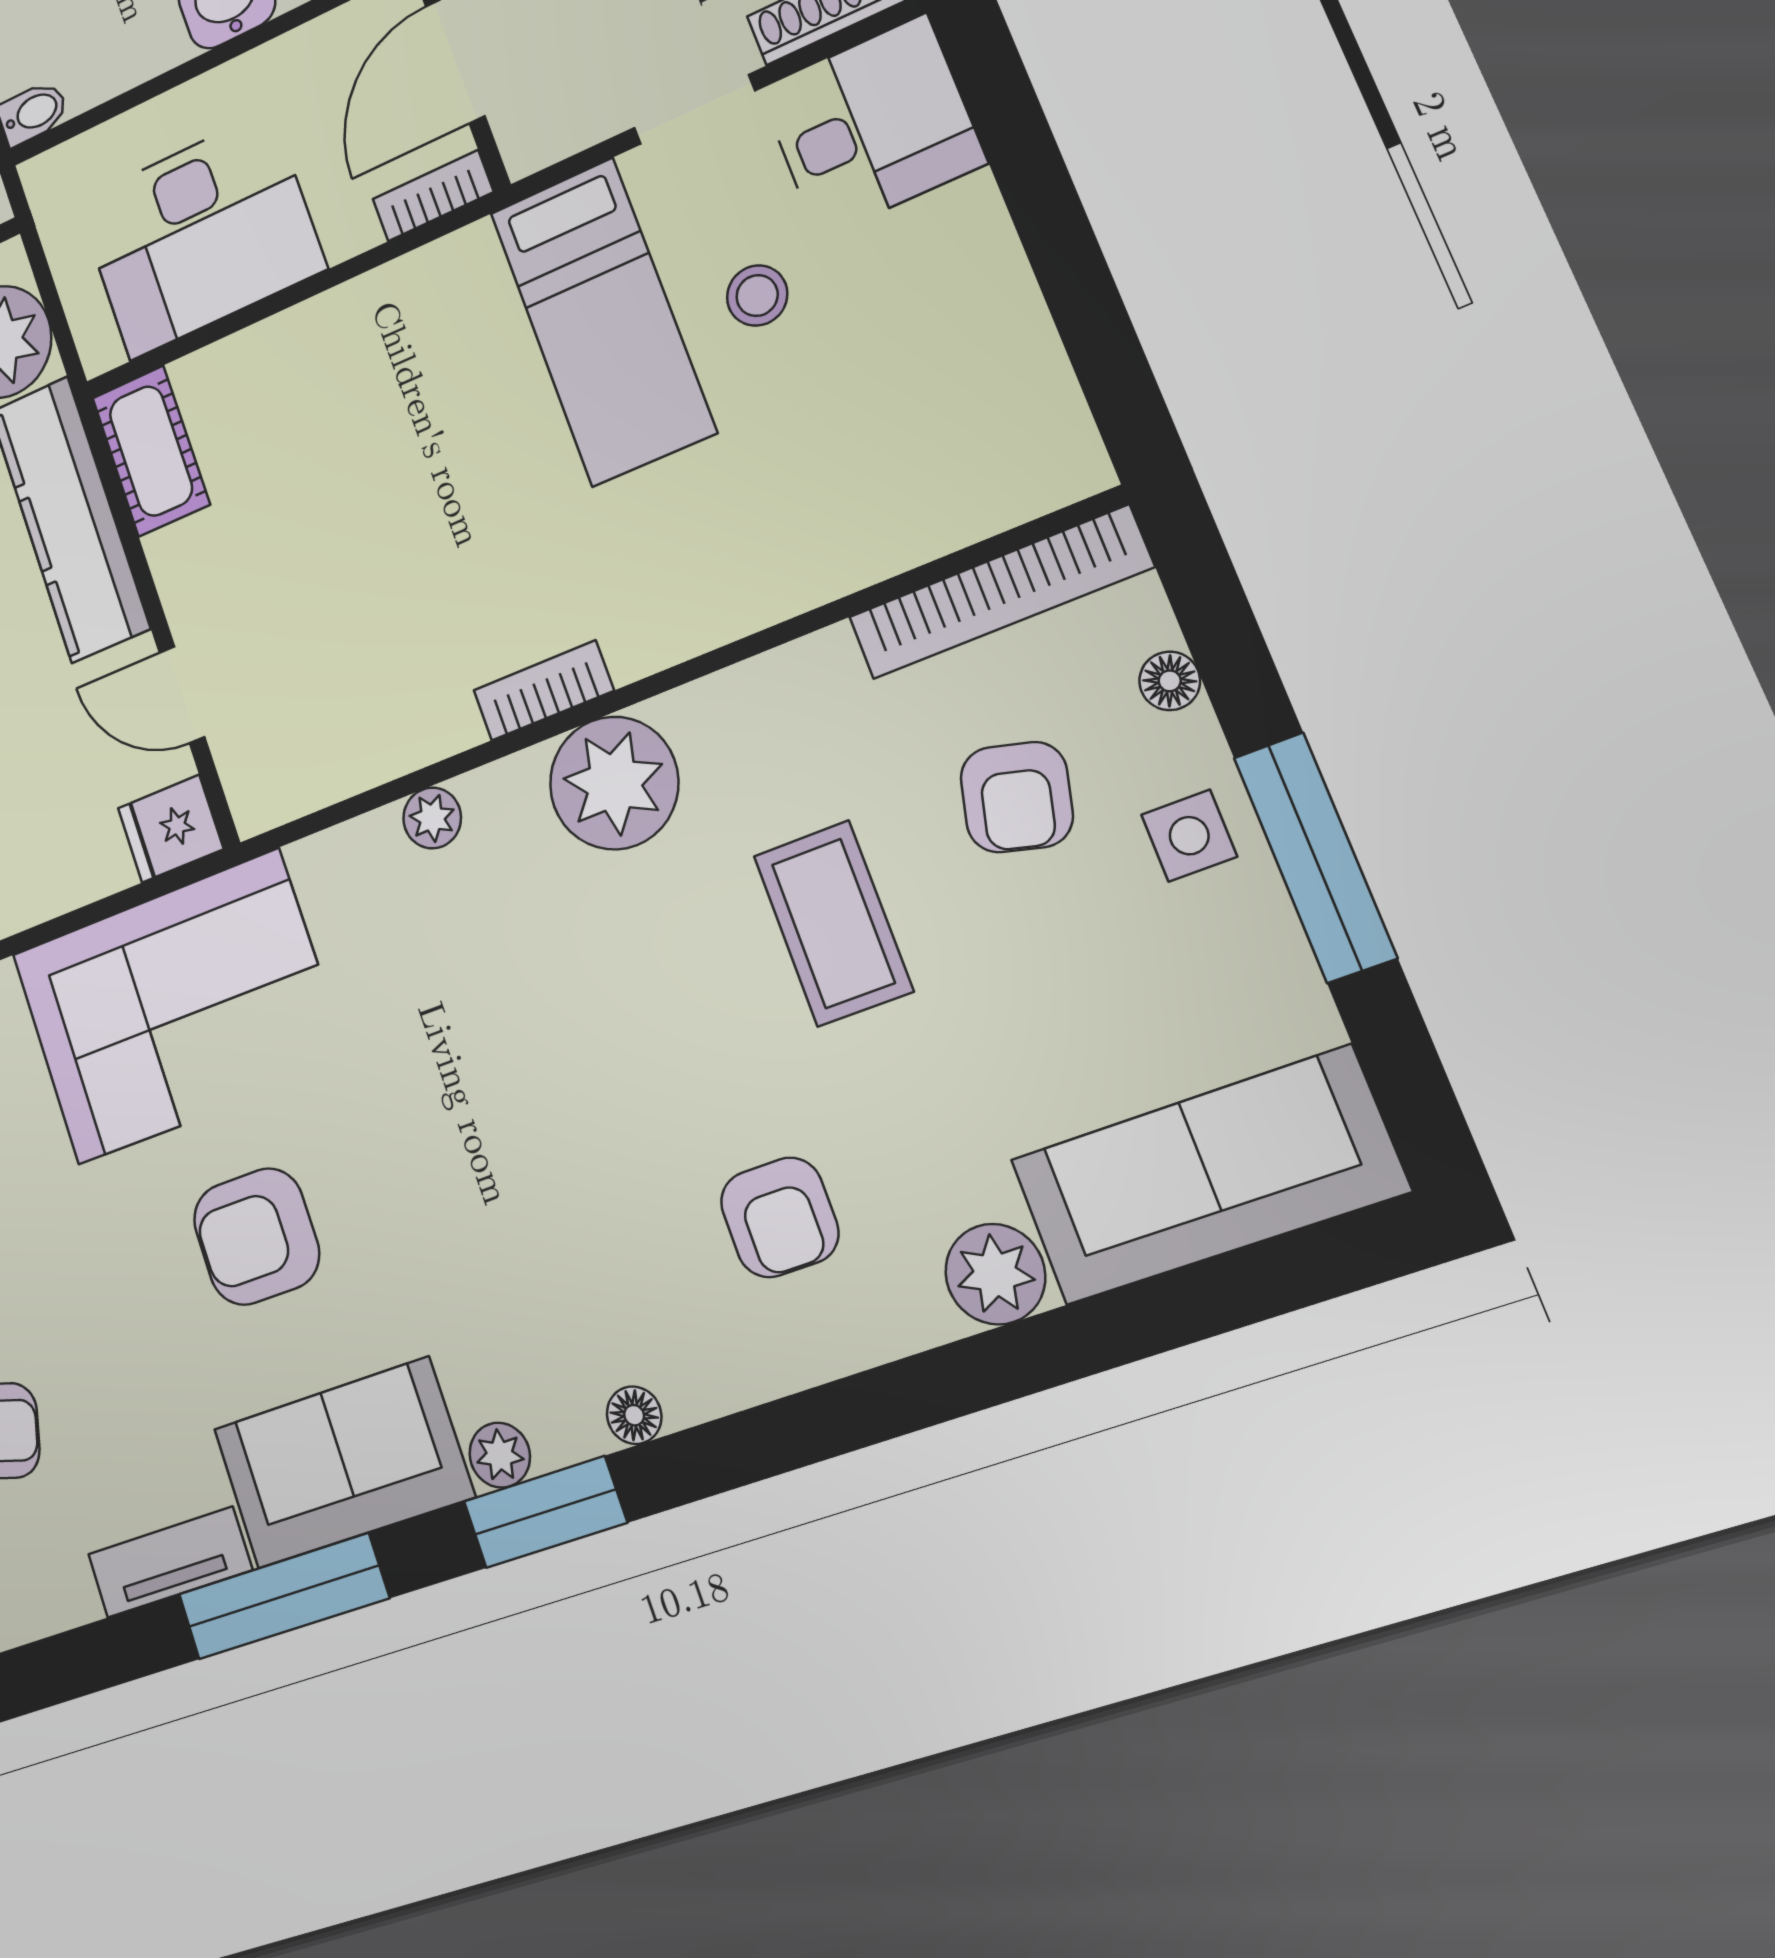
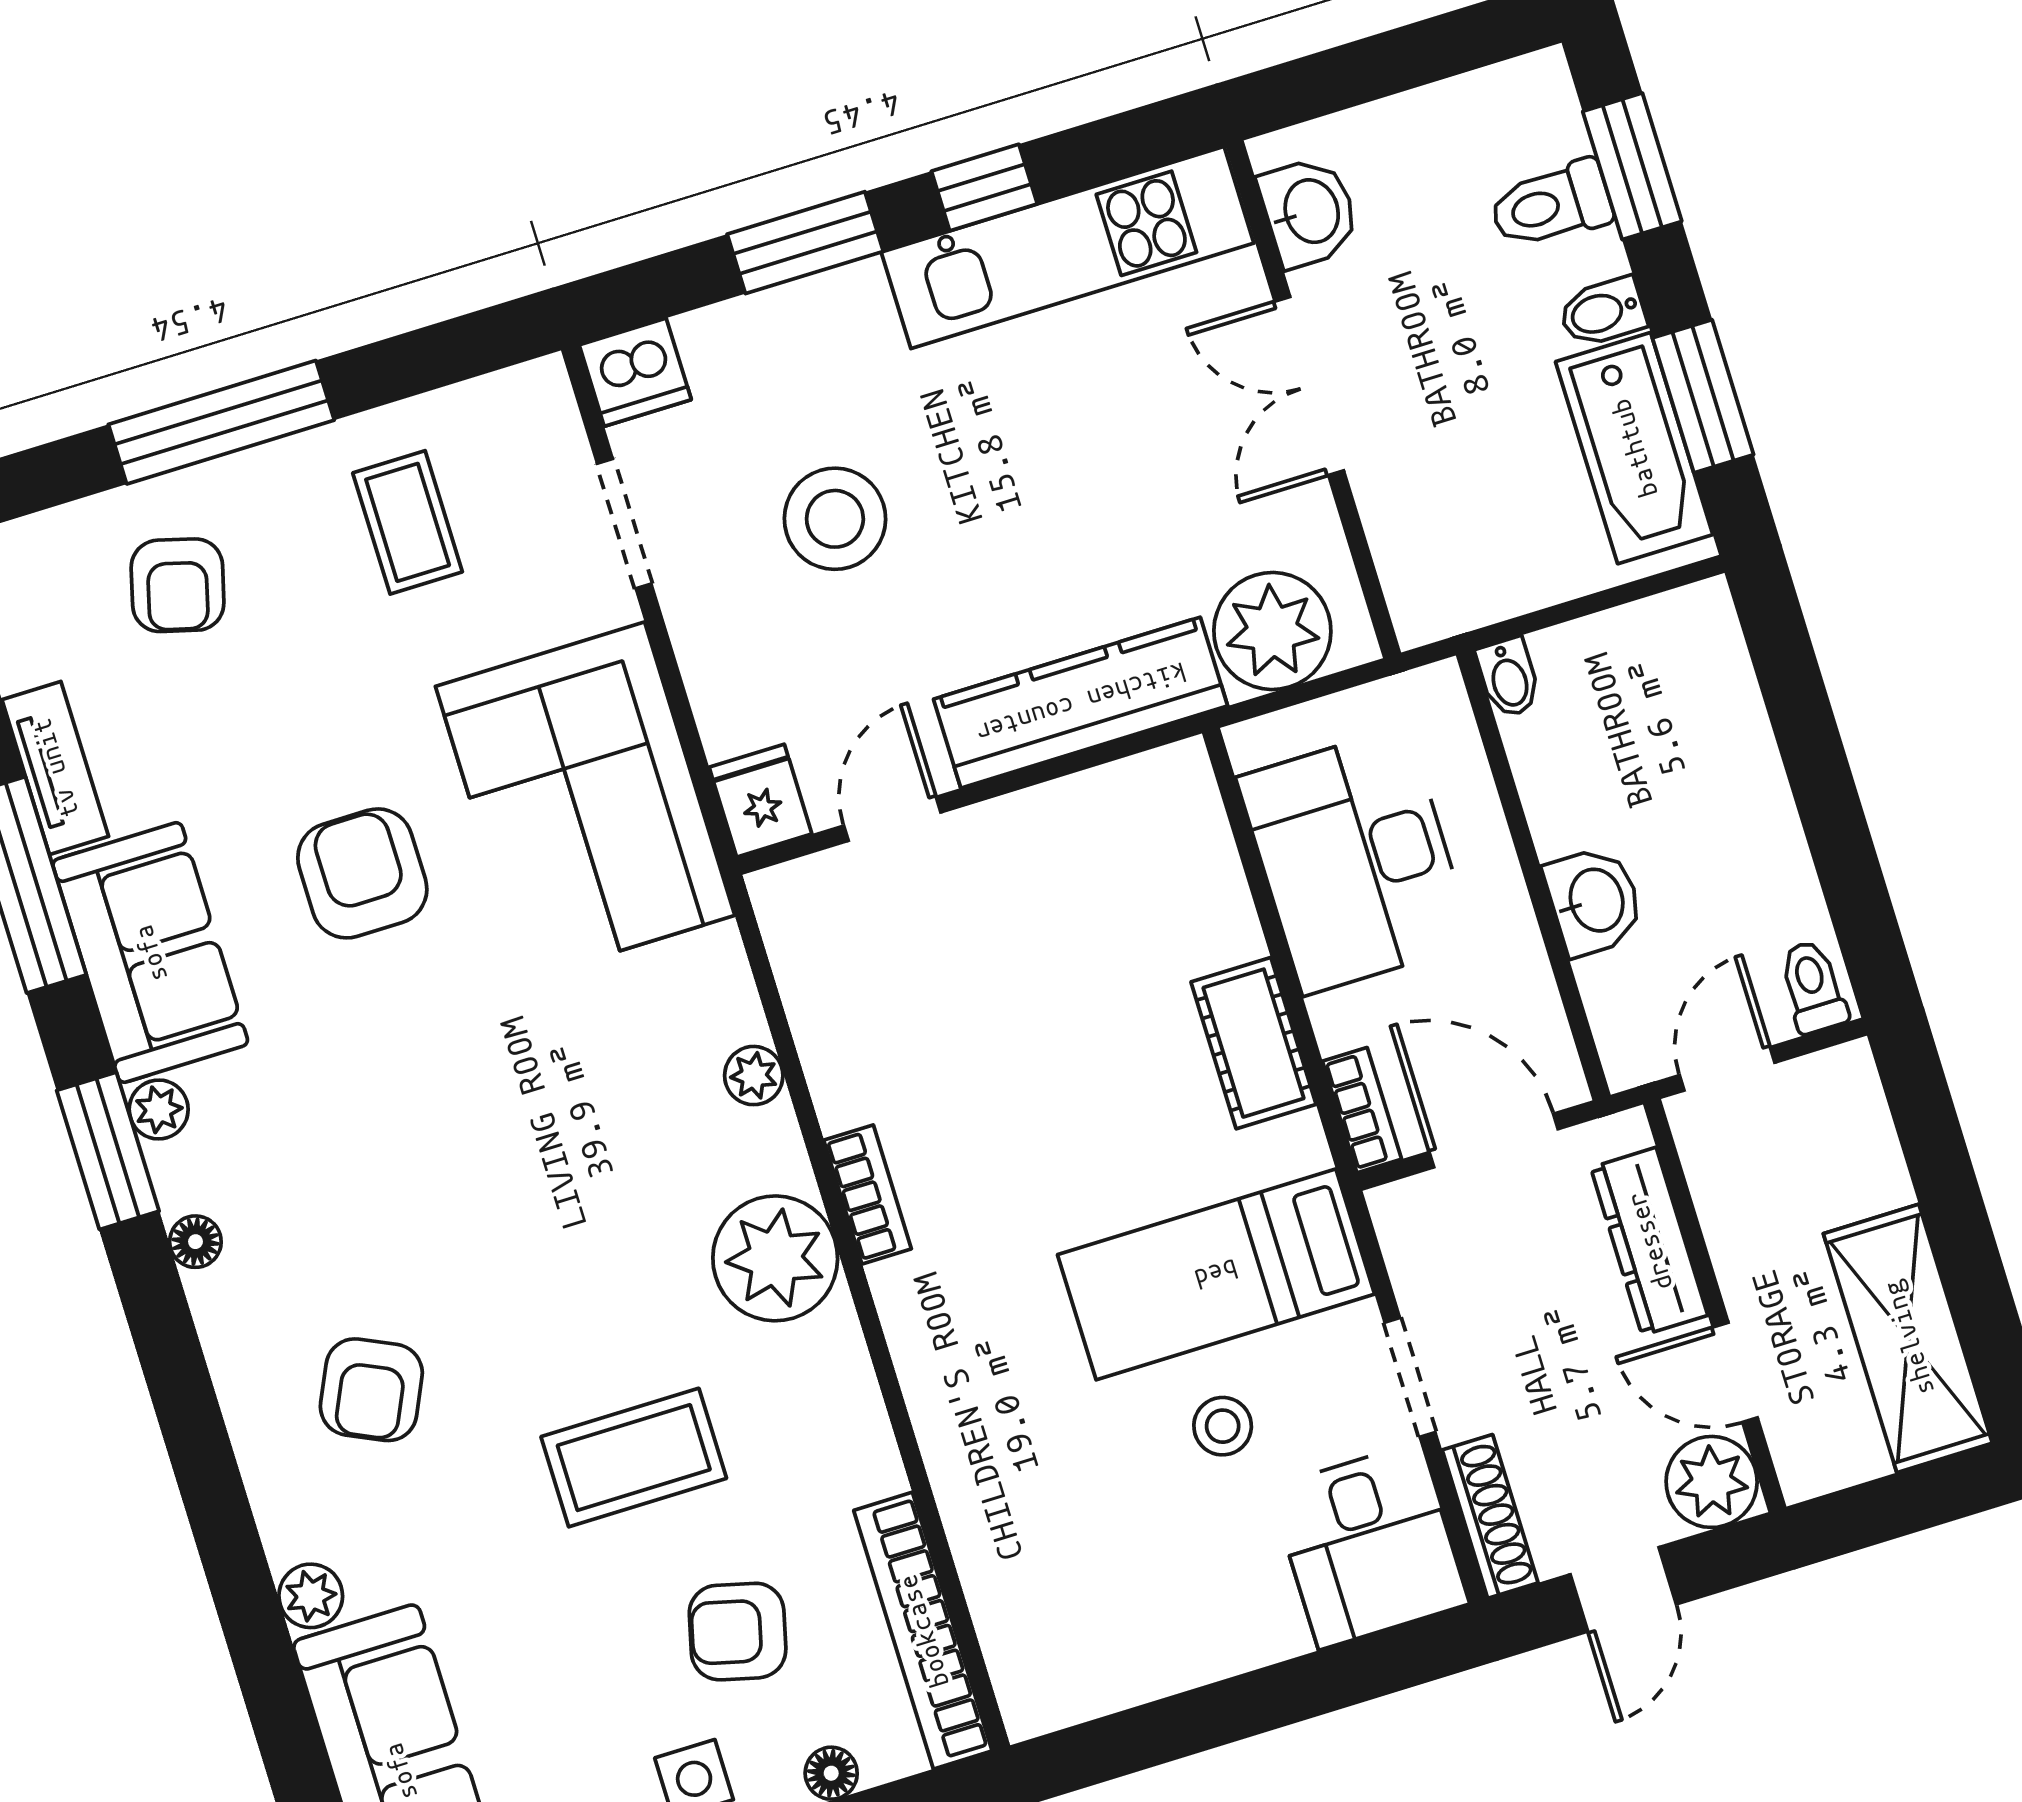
cot: (151, 451) -> (1254, 1043), moved, turned 90
armchair: (780, 1217) -> (371, 1390), turned -65
plant: (995, 1274) -> (311, 1596), width x0.73, depth x0.73

